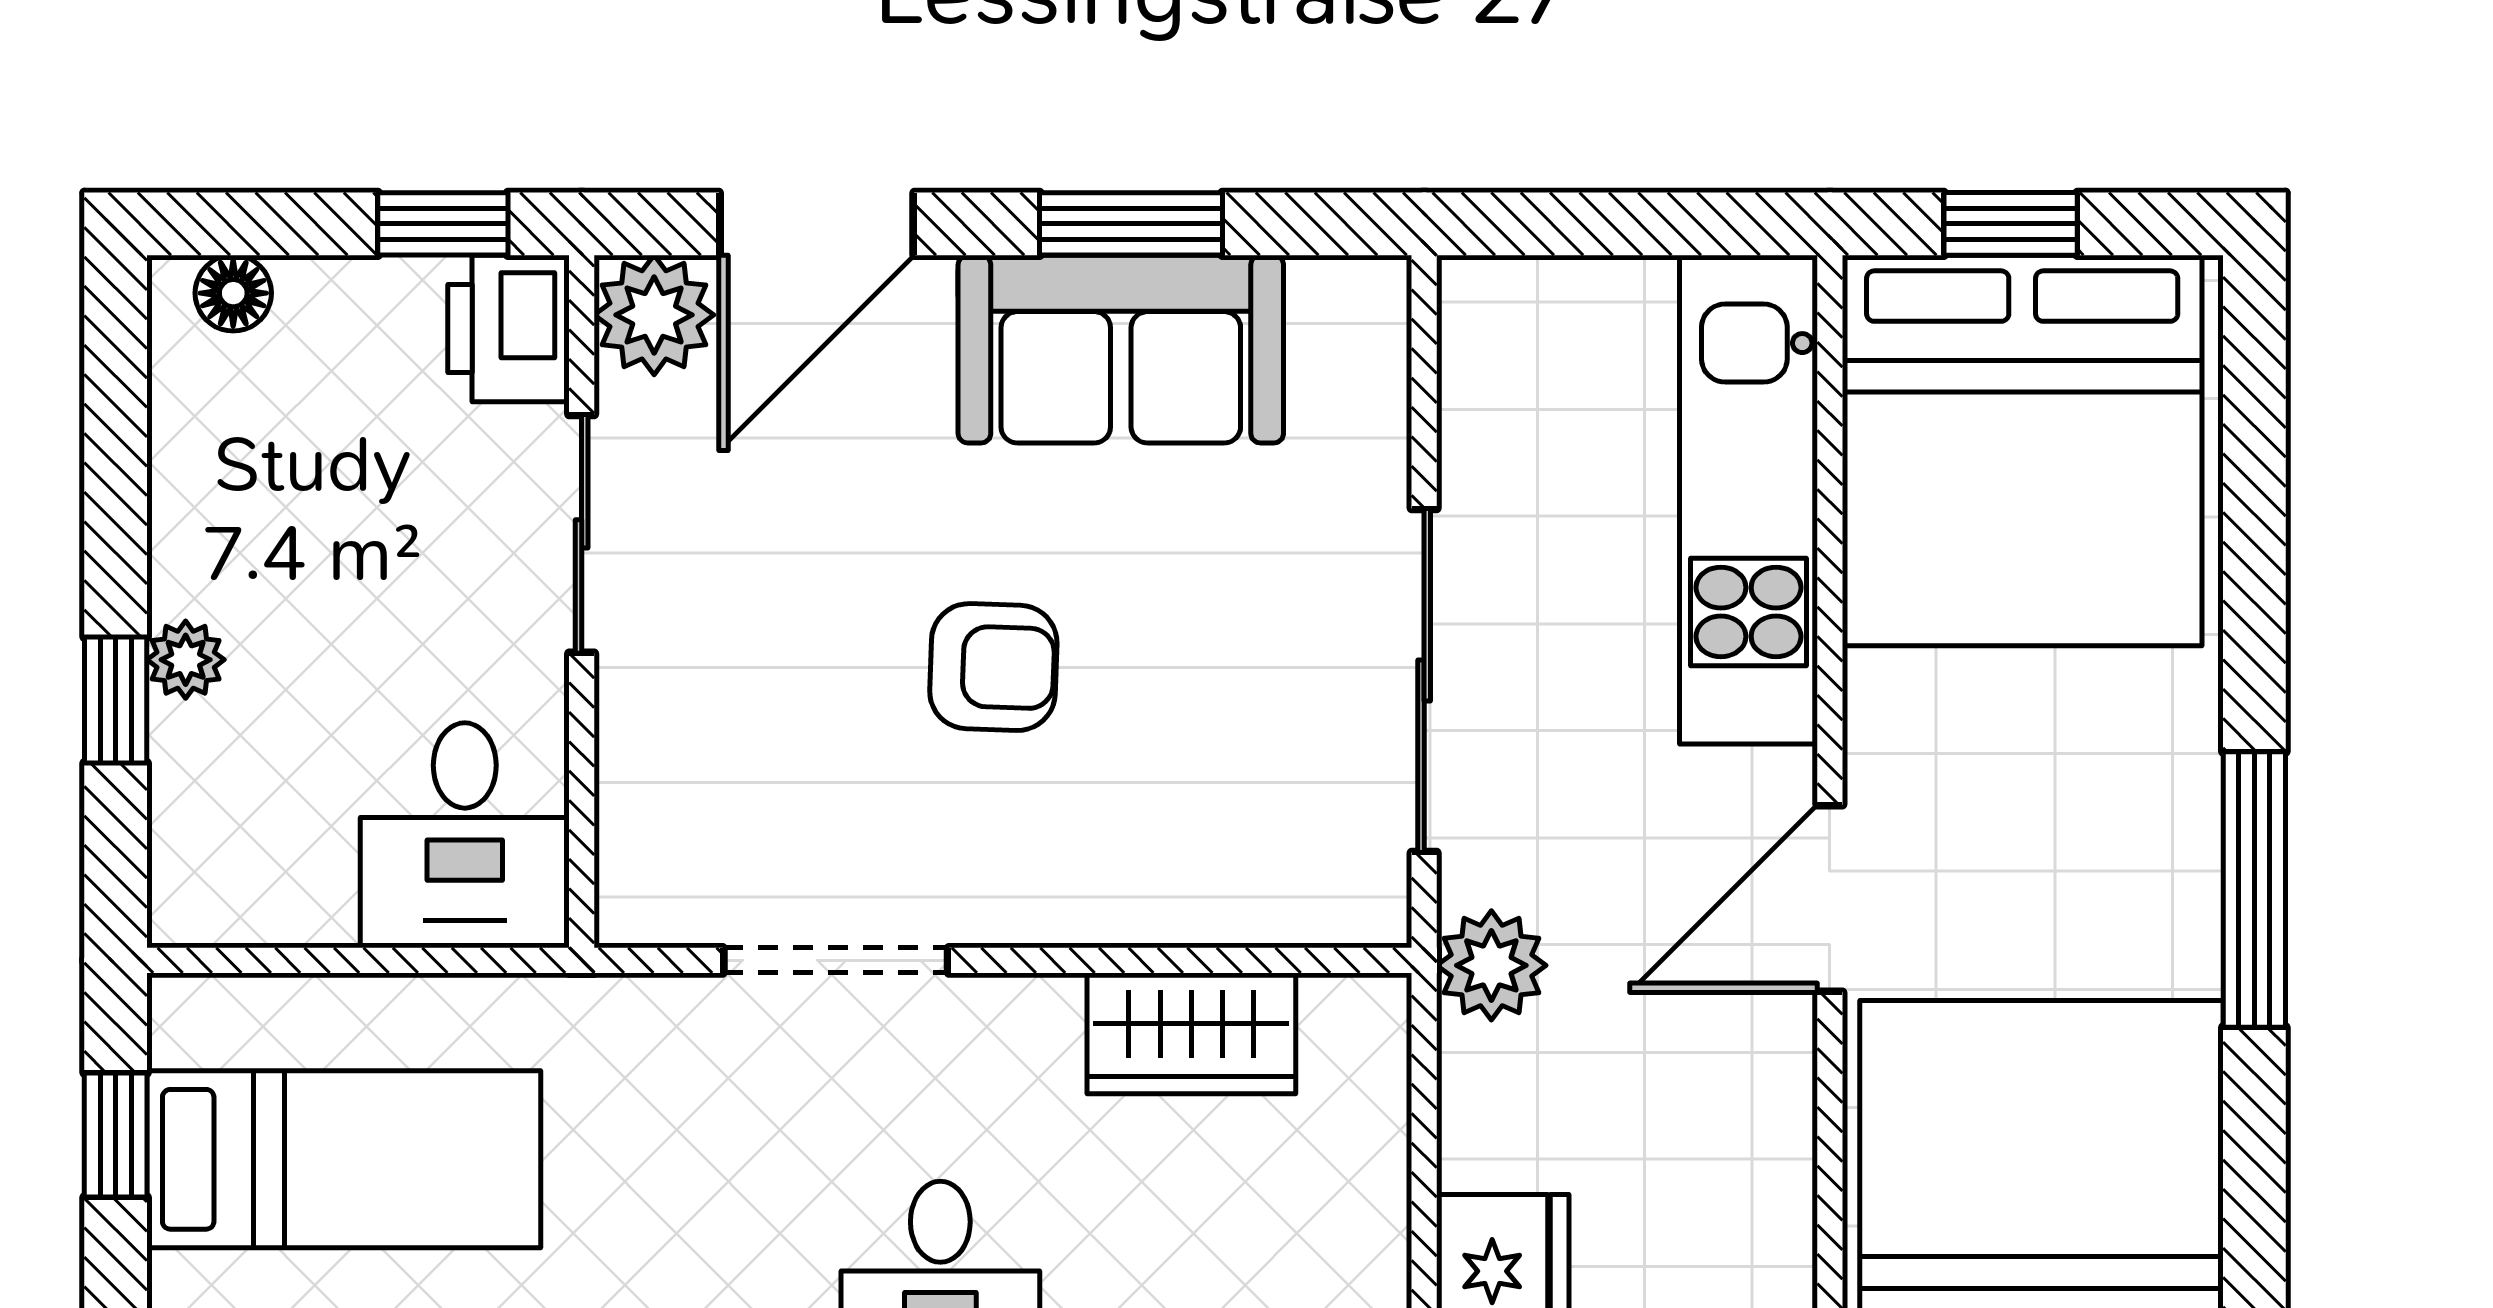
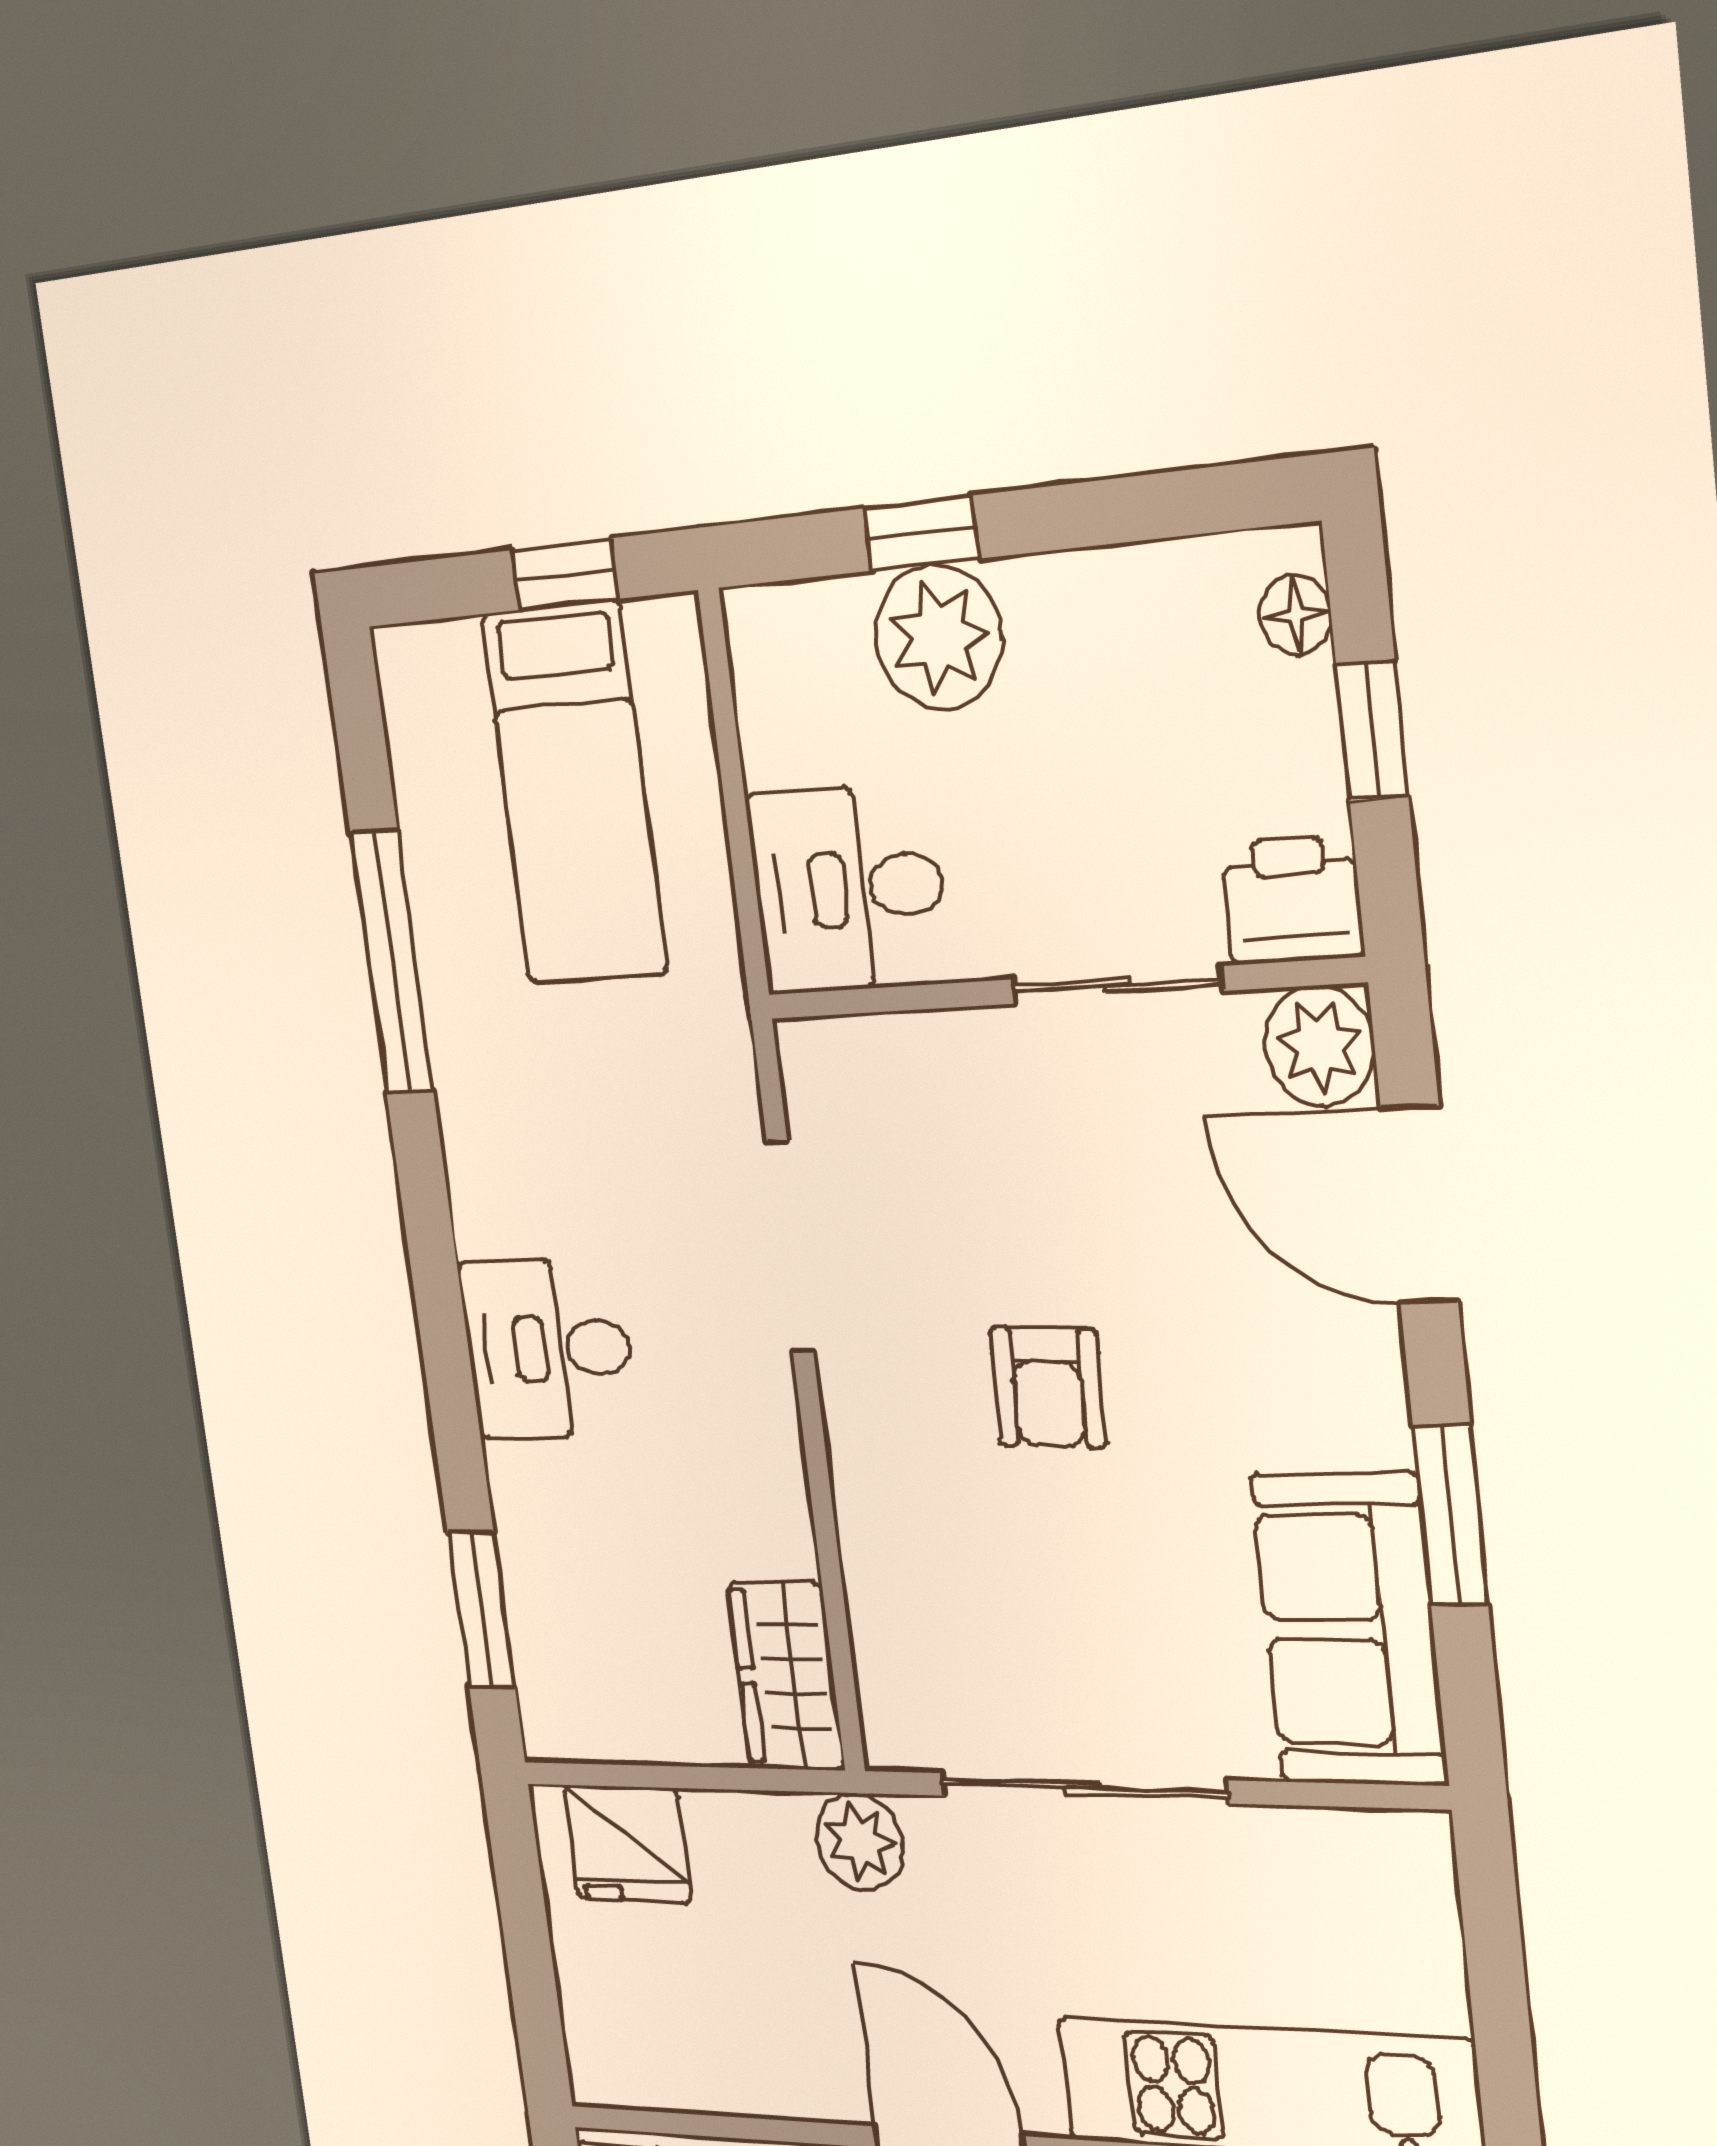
window: (443, 224) -> (1372, 731), moved
sofa: (1121, 349) -> (1349, 1629), moved
plant: (186, 660) -> (939, 637), width x1.88, depth x1.88
wardrobe: (1191, 1033) -> (786, 1676), moved

